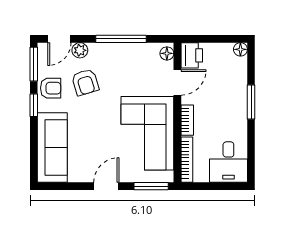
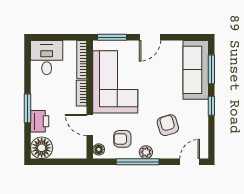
floor lamp: (240, 49) -> (42, 148), width x1.89, depth x1.89
plant: (80, 50) -> (146, 152), moved
printer: (192, 55) -> (40, 121), moved, turned 180
window: (34, 64) -> (211, 69), moved
door: (177, 82) -> (90, 125), hinge flipped
armchair: (51, 88) -> (122, 139), moved

